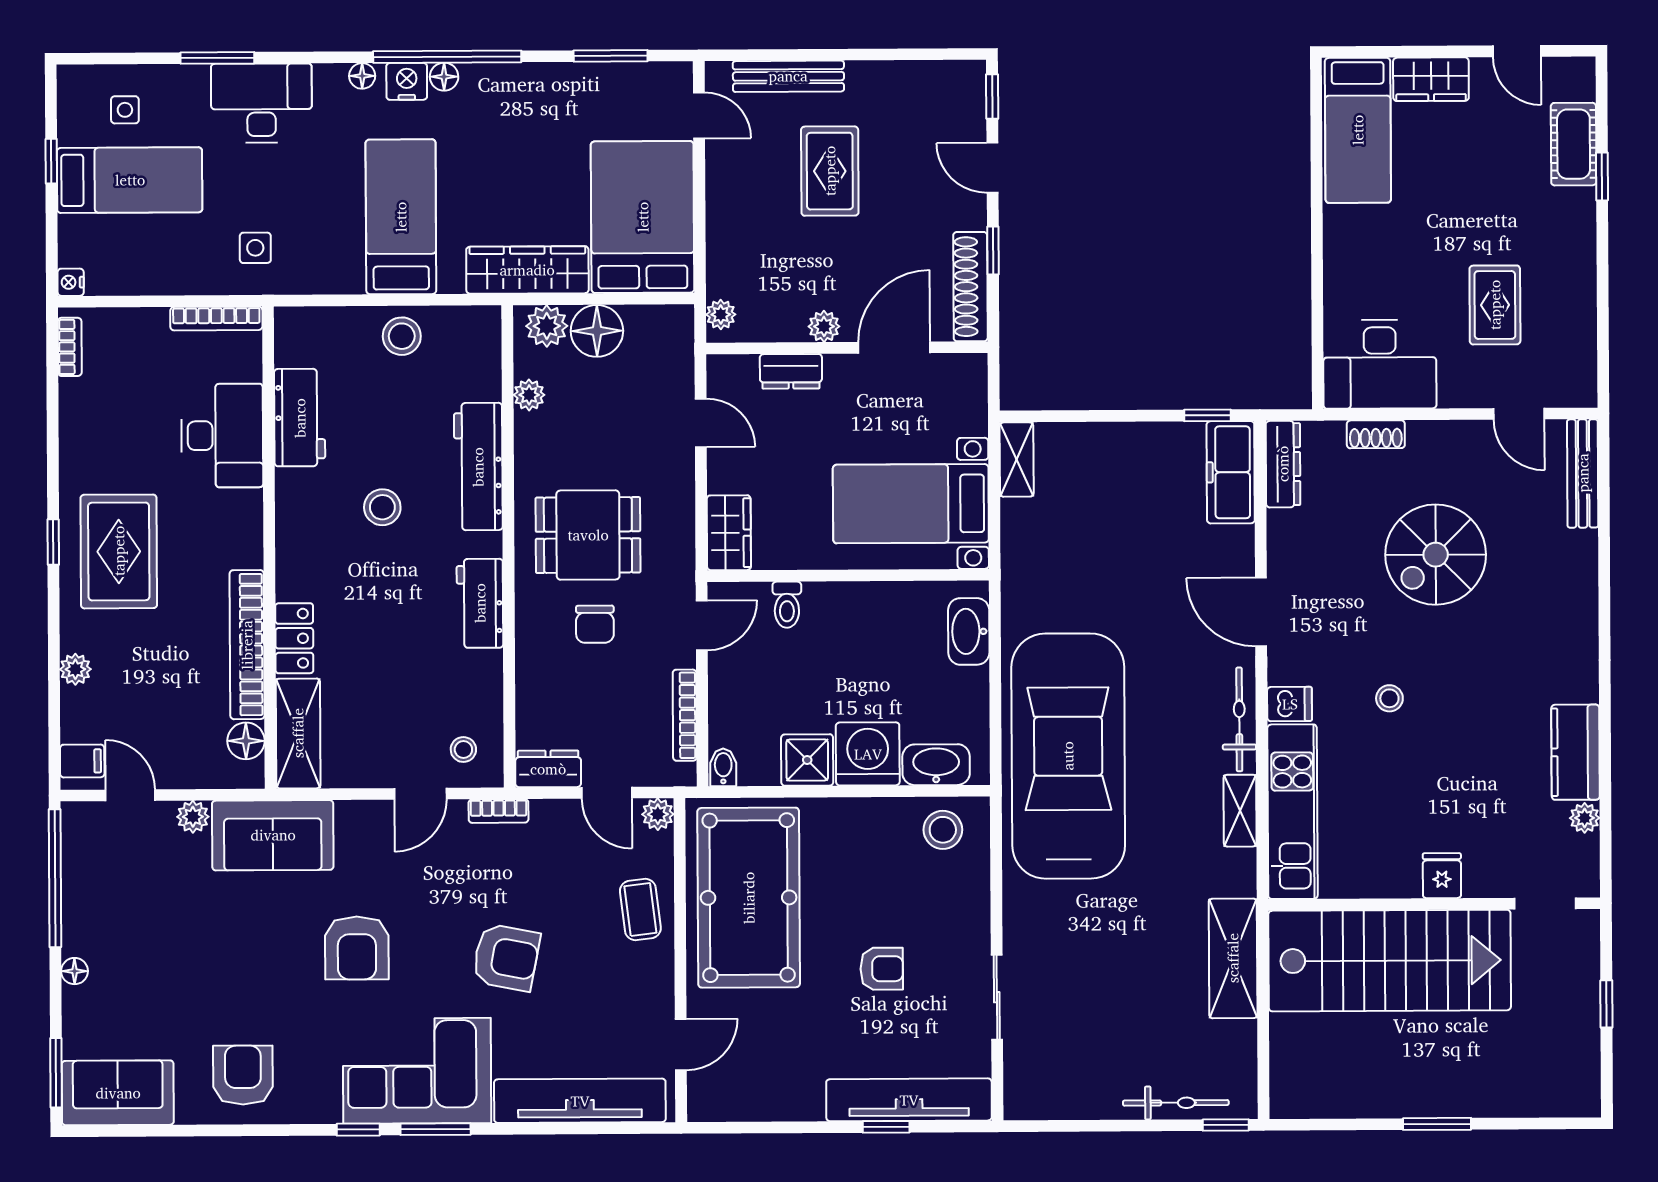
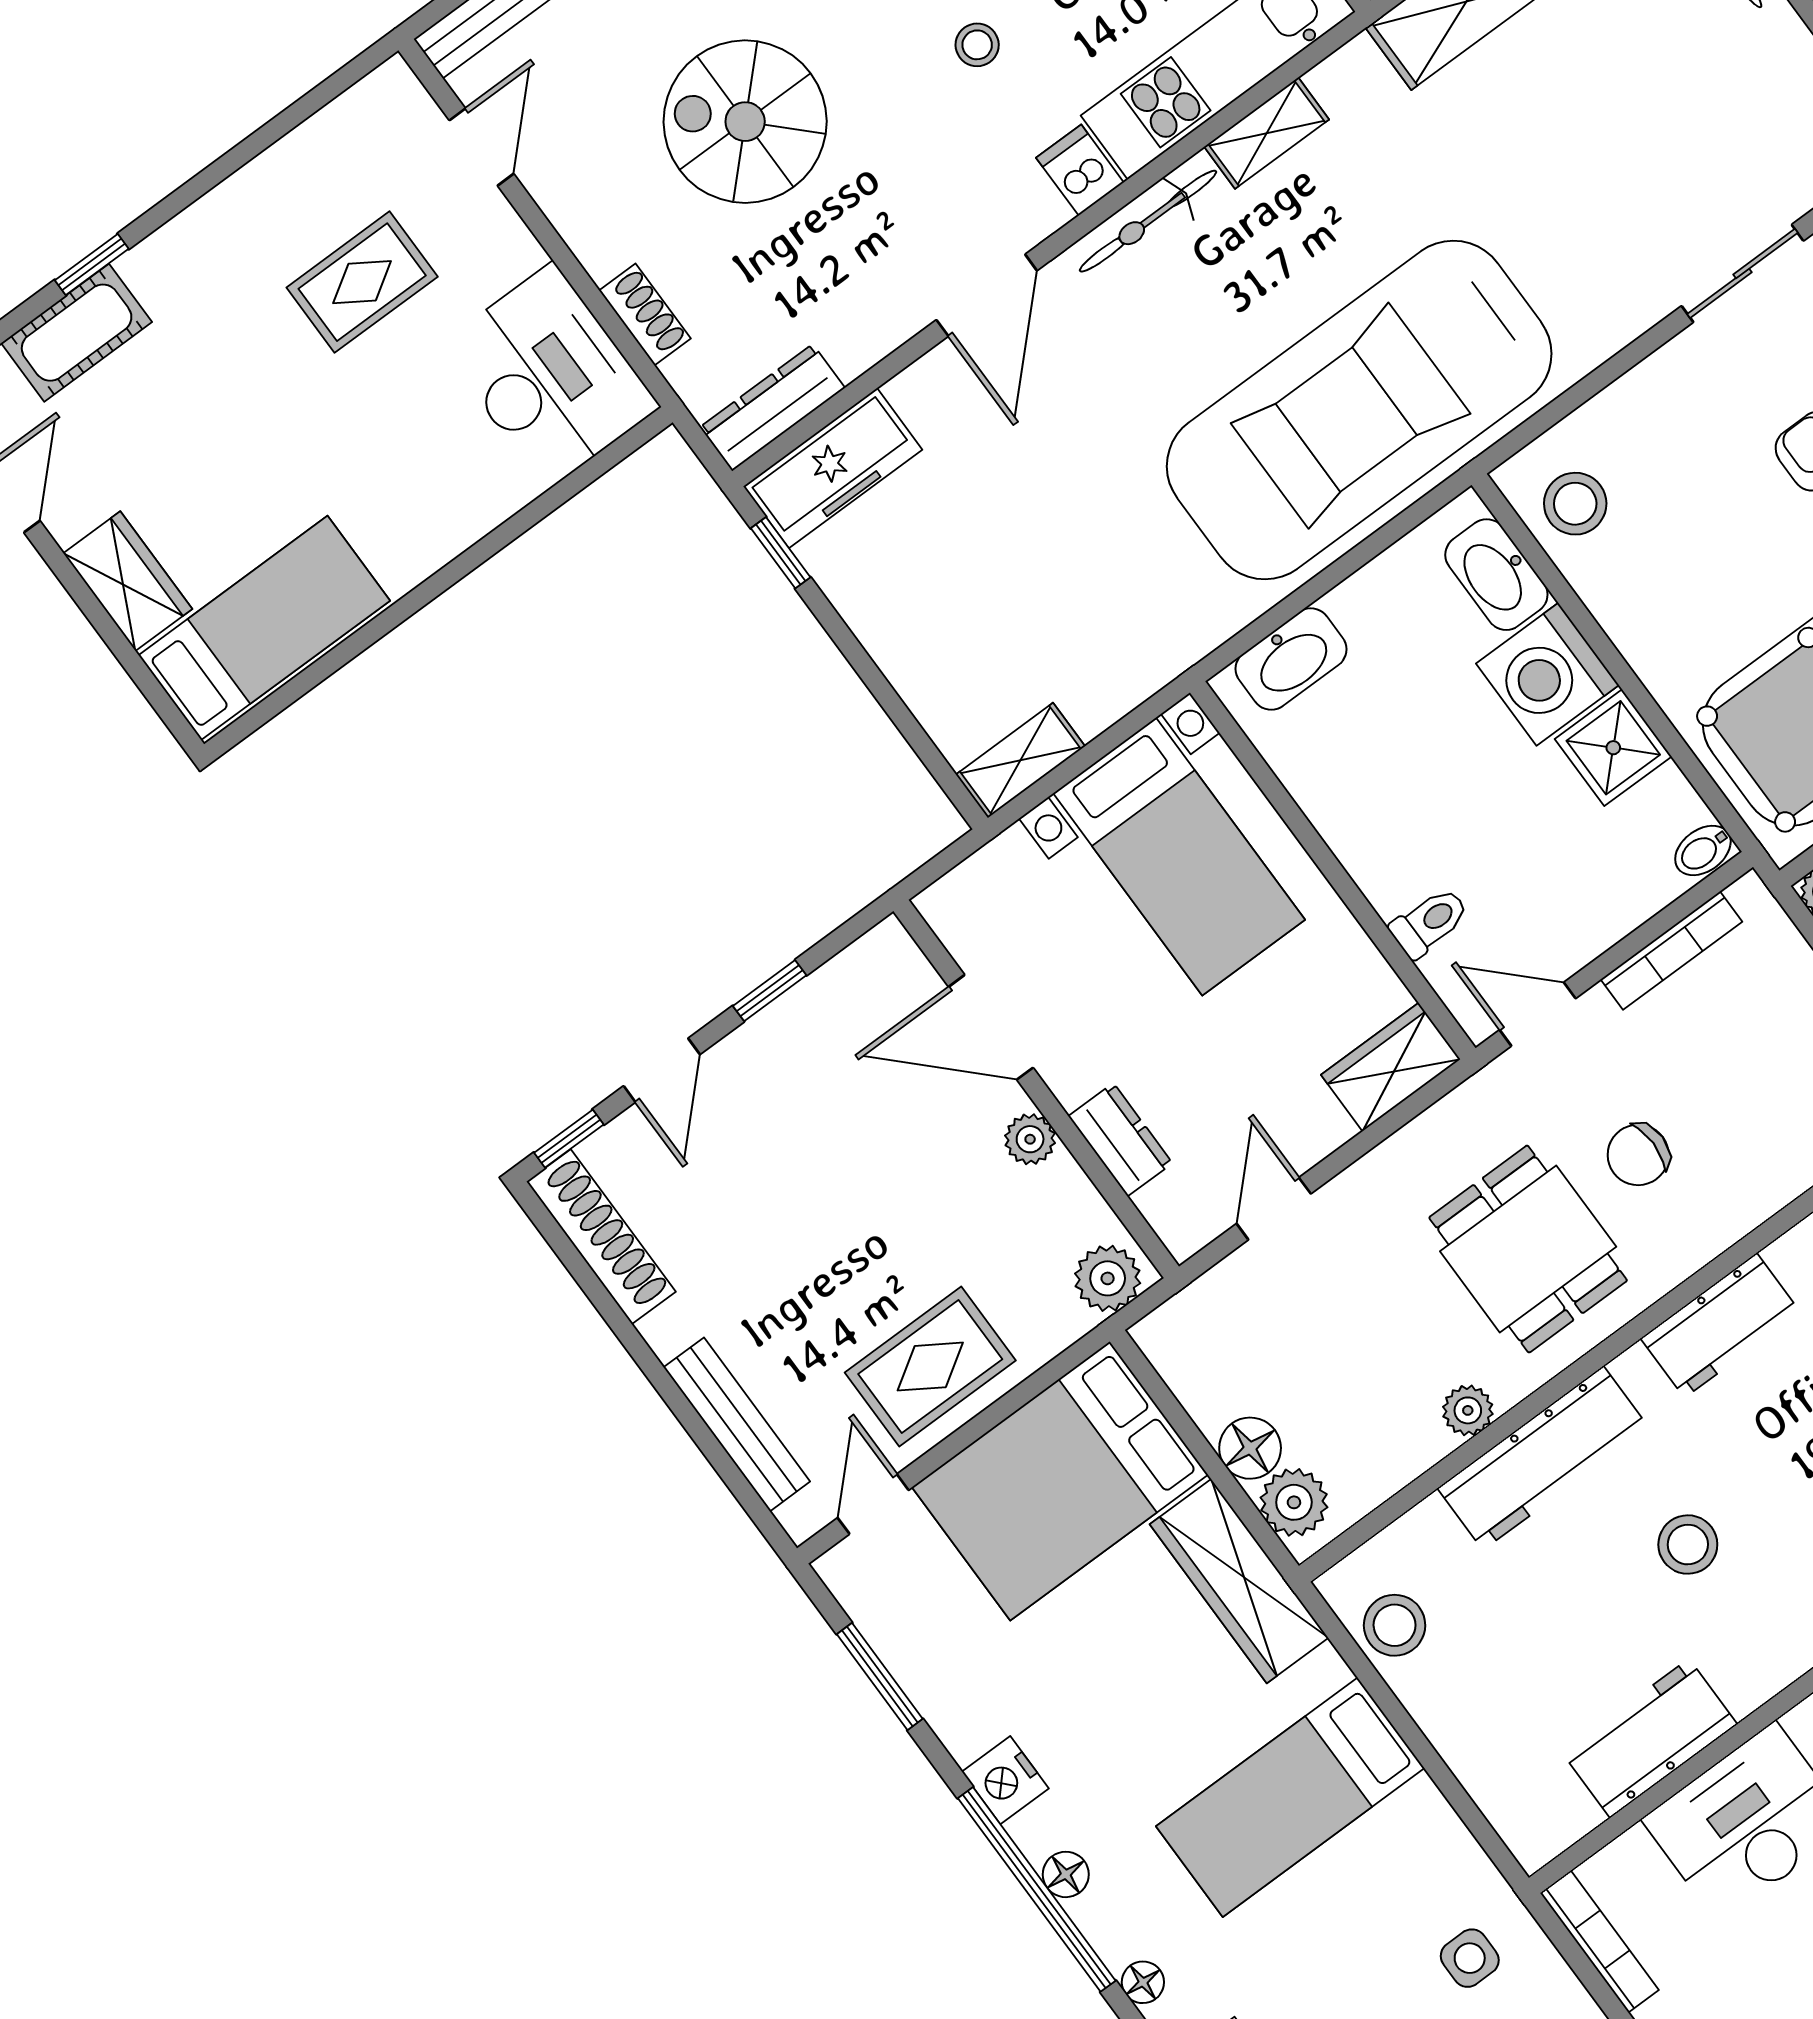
nightstand: (407, 81) -> (1005, 1780), moved
rug: (830, 171) -> (930, 1367), moved
shoe rack: (970, 287) -> (601, 1237), moved, turned -90
plant: (721, 314) -> (1108, 1278), width x1.38, depth x1.38
floor lamp: (597, 331) -> (1250, 1448), width x0.73, depth x0.73
stool: (402, 336) -> (1395, 1625), moved
plant: (529, 395) -> (1468, 1410), moved
spiral stairs: (1436, 555) -> (745, 122), turned 180
chair: (595, 624) -> (1638, 1155), turned 180

